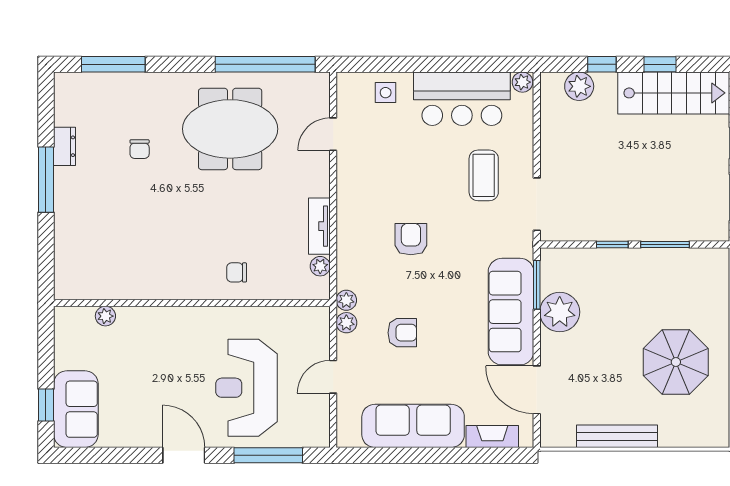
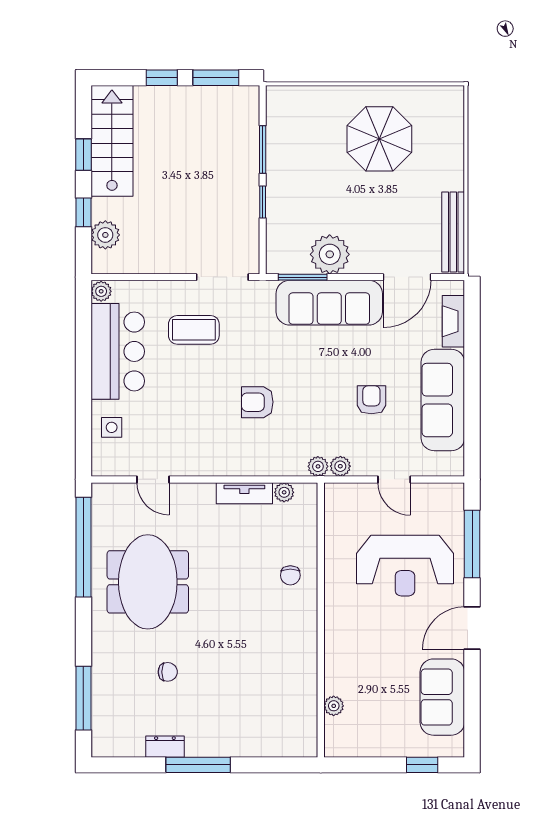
armchair: (402, 333) -> (371, 400), moved
sofa: (76, 409) -> (442, 697), moved, turned -90
bench: (617, 436) -> (453, 232), moved

